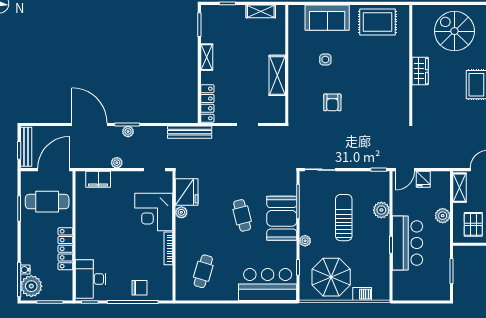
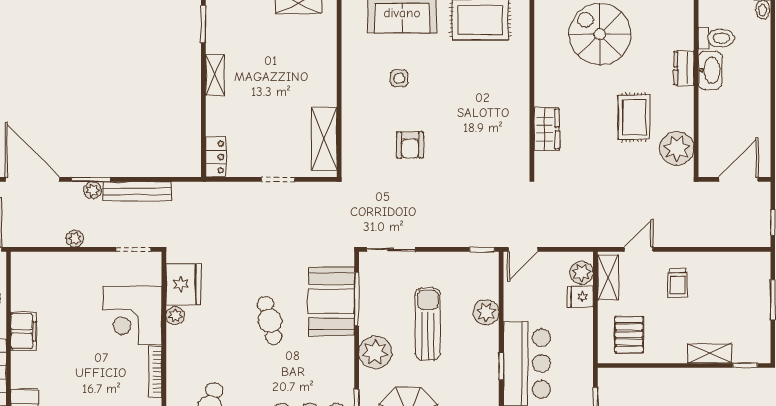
wardrobe: (420, 71) -> (547, 129), moved
shelving: (277, 75) -> (324, 139), moved
locker: (207, 103) -> (216, 157), width x0.66
bench: (190, 132) -> (137, 191), moved
filing cabinet: (98, 179) -> (23, 331), moved, turned -90
fridge: (423, 179) -> (580, 297), moved, turned 90
plant: (443, 216) -> (582, 273), moved
booth: (282, 218) -> (331, 301), moved
plant: (305, 241) -> (375, 352), width x1.88, depth x1.88

